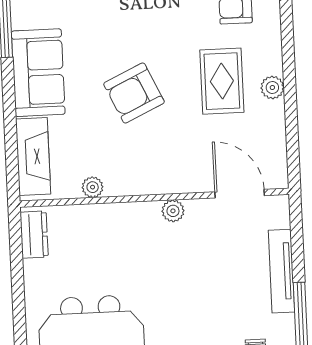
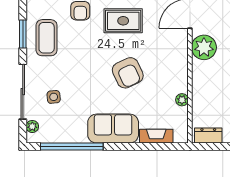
fireplace: (33, 157) -> (156, 136), width x0.73, depth x0.76
plant: (173, 211) -> (204, 47), width x1.88, depth x1.88

